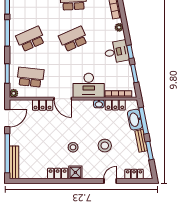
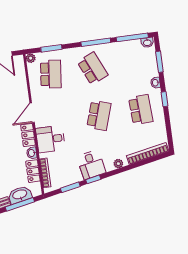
school desk: (73, 39) -> (99, 115), turned 42
desk: (89, 85) -> (50, 139), width x0.73
locker: (43, 105) -> (28, 135), moved

